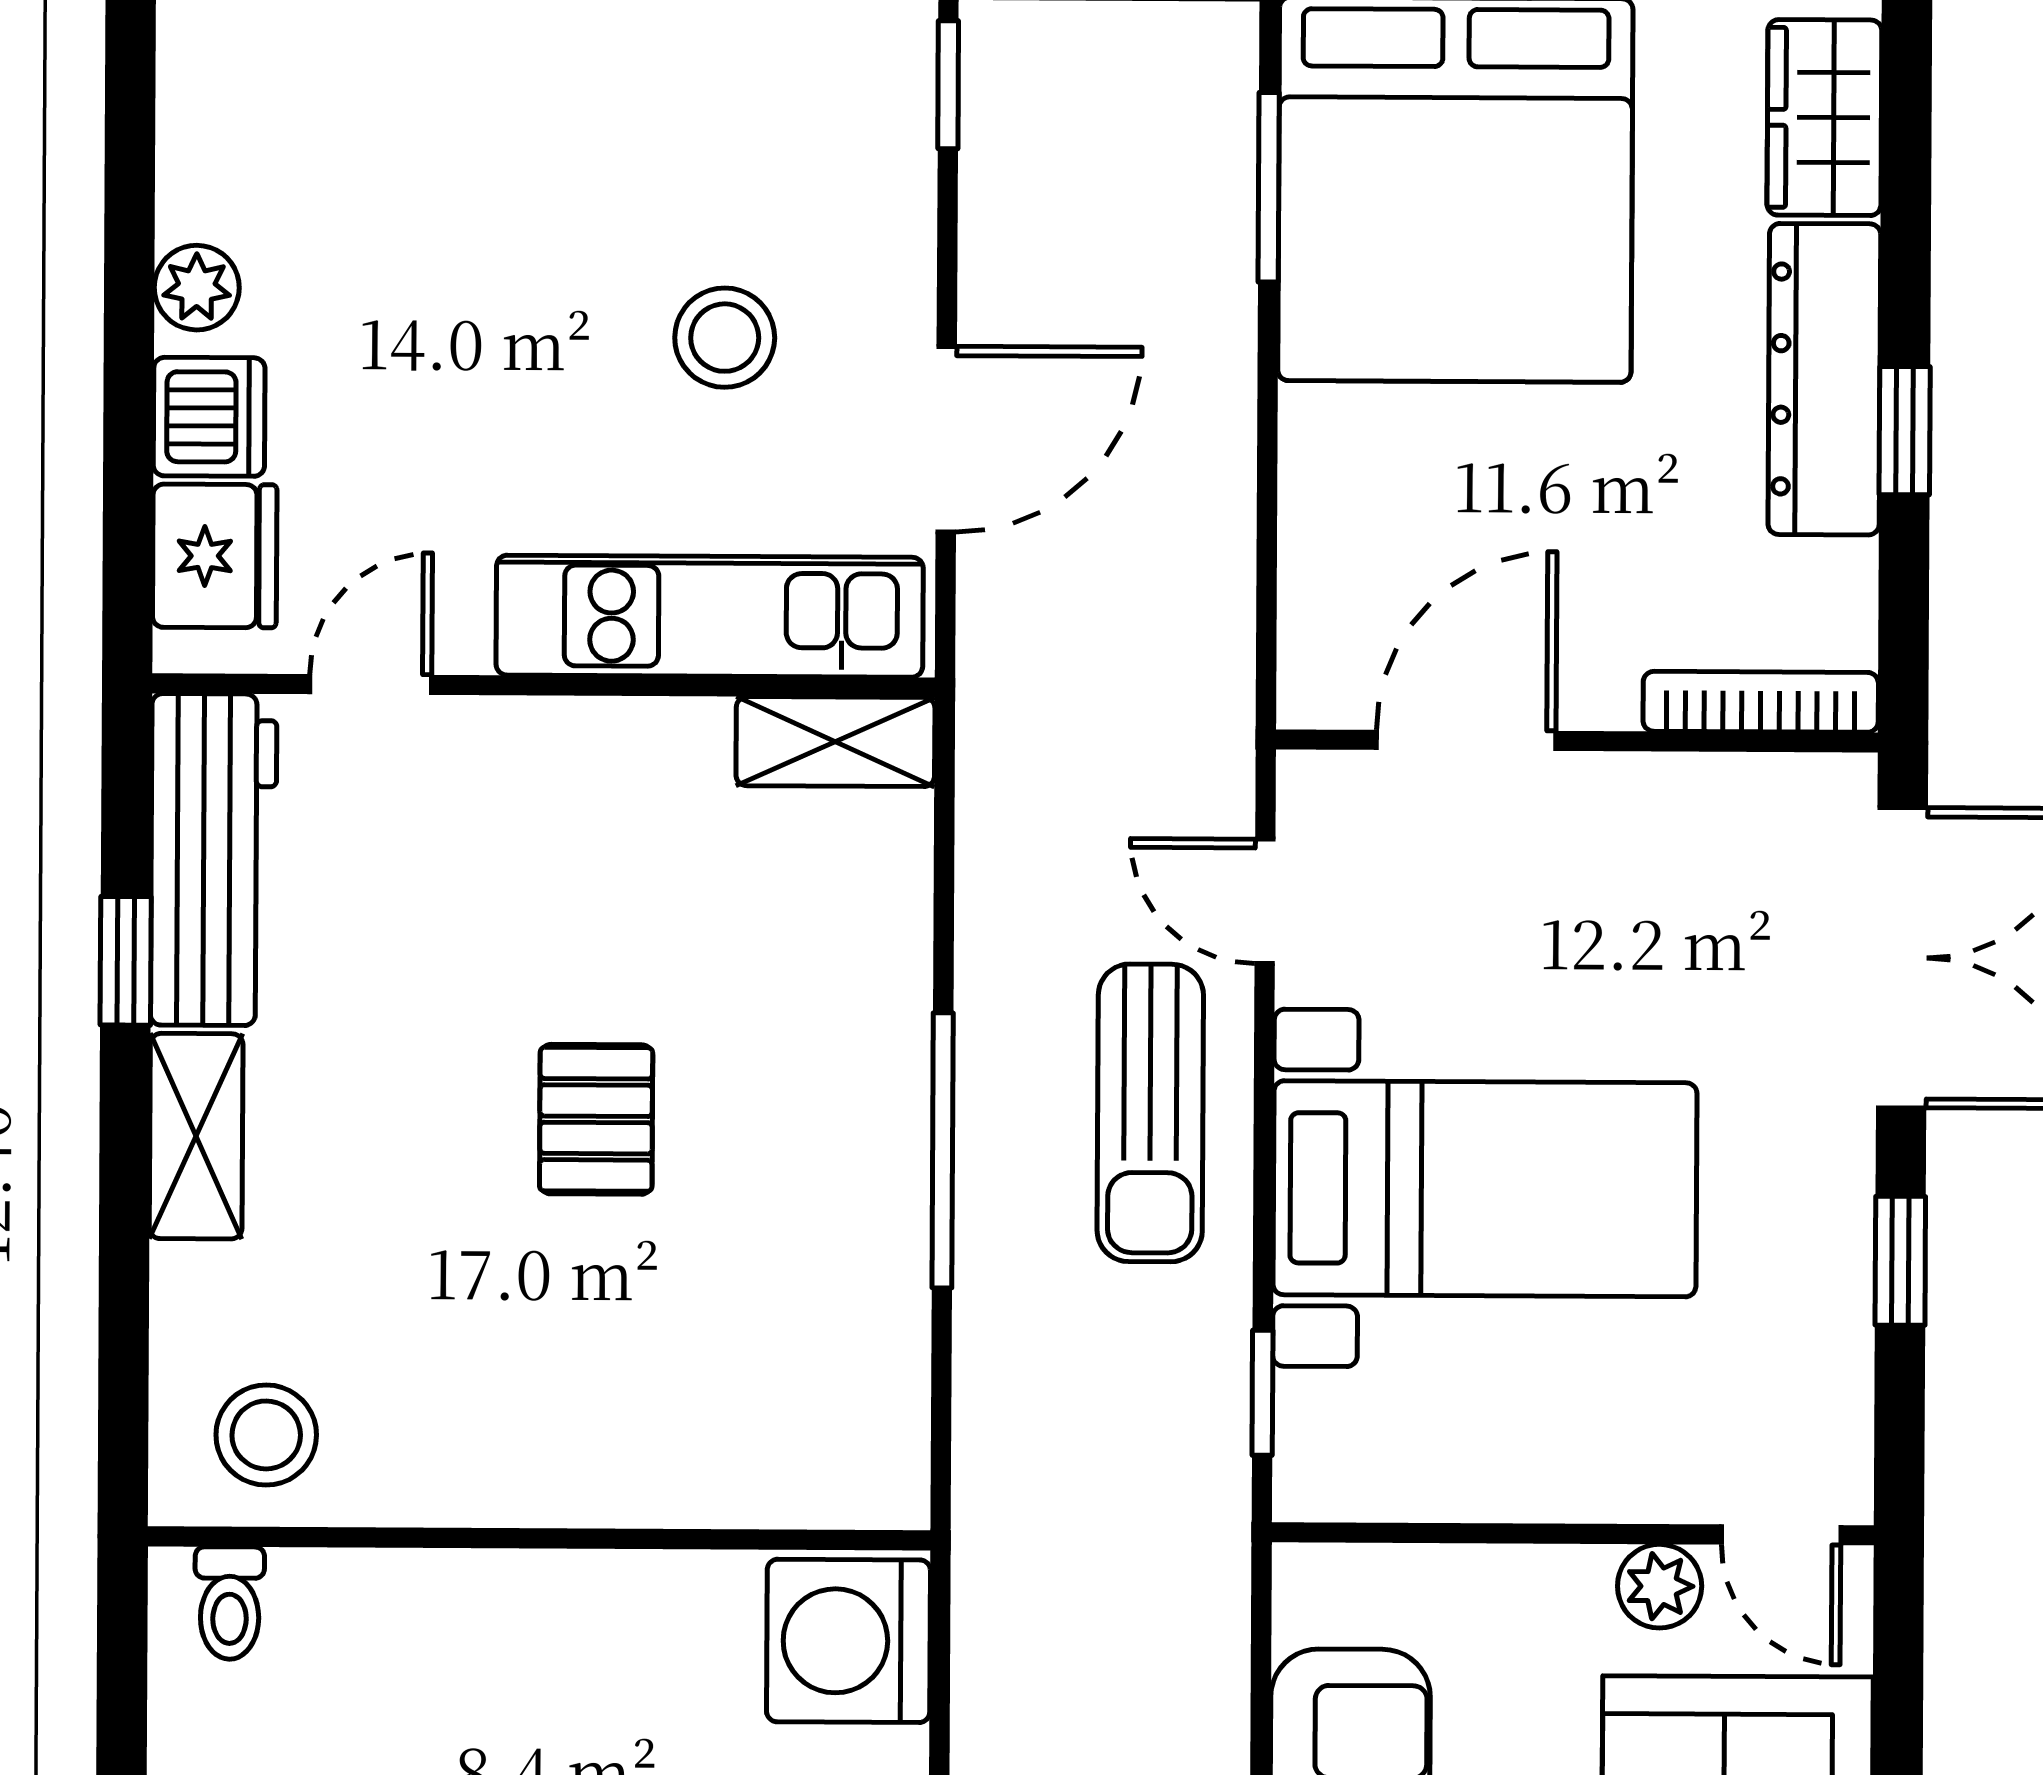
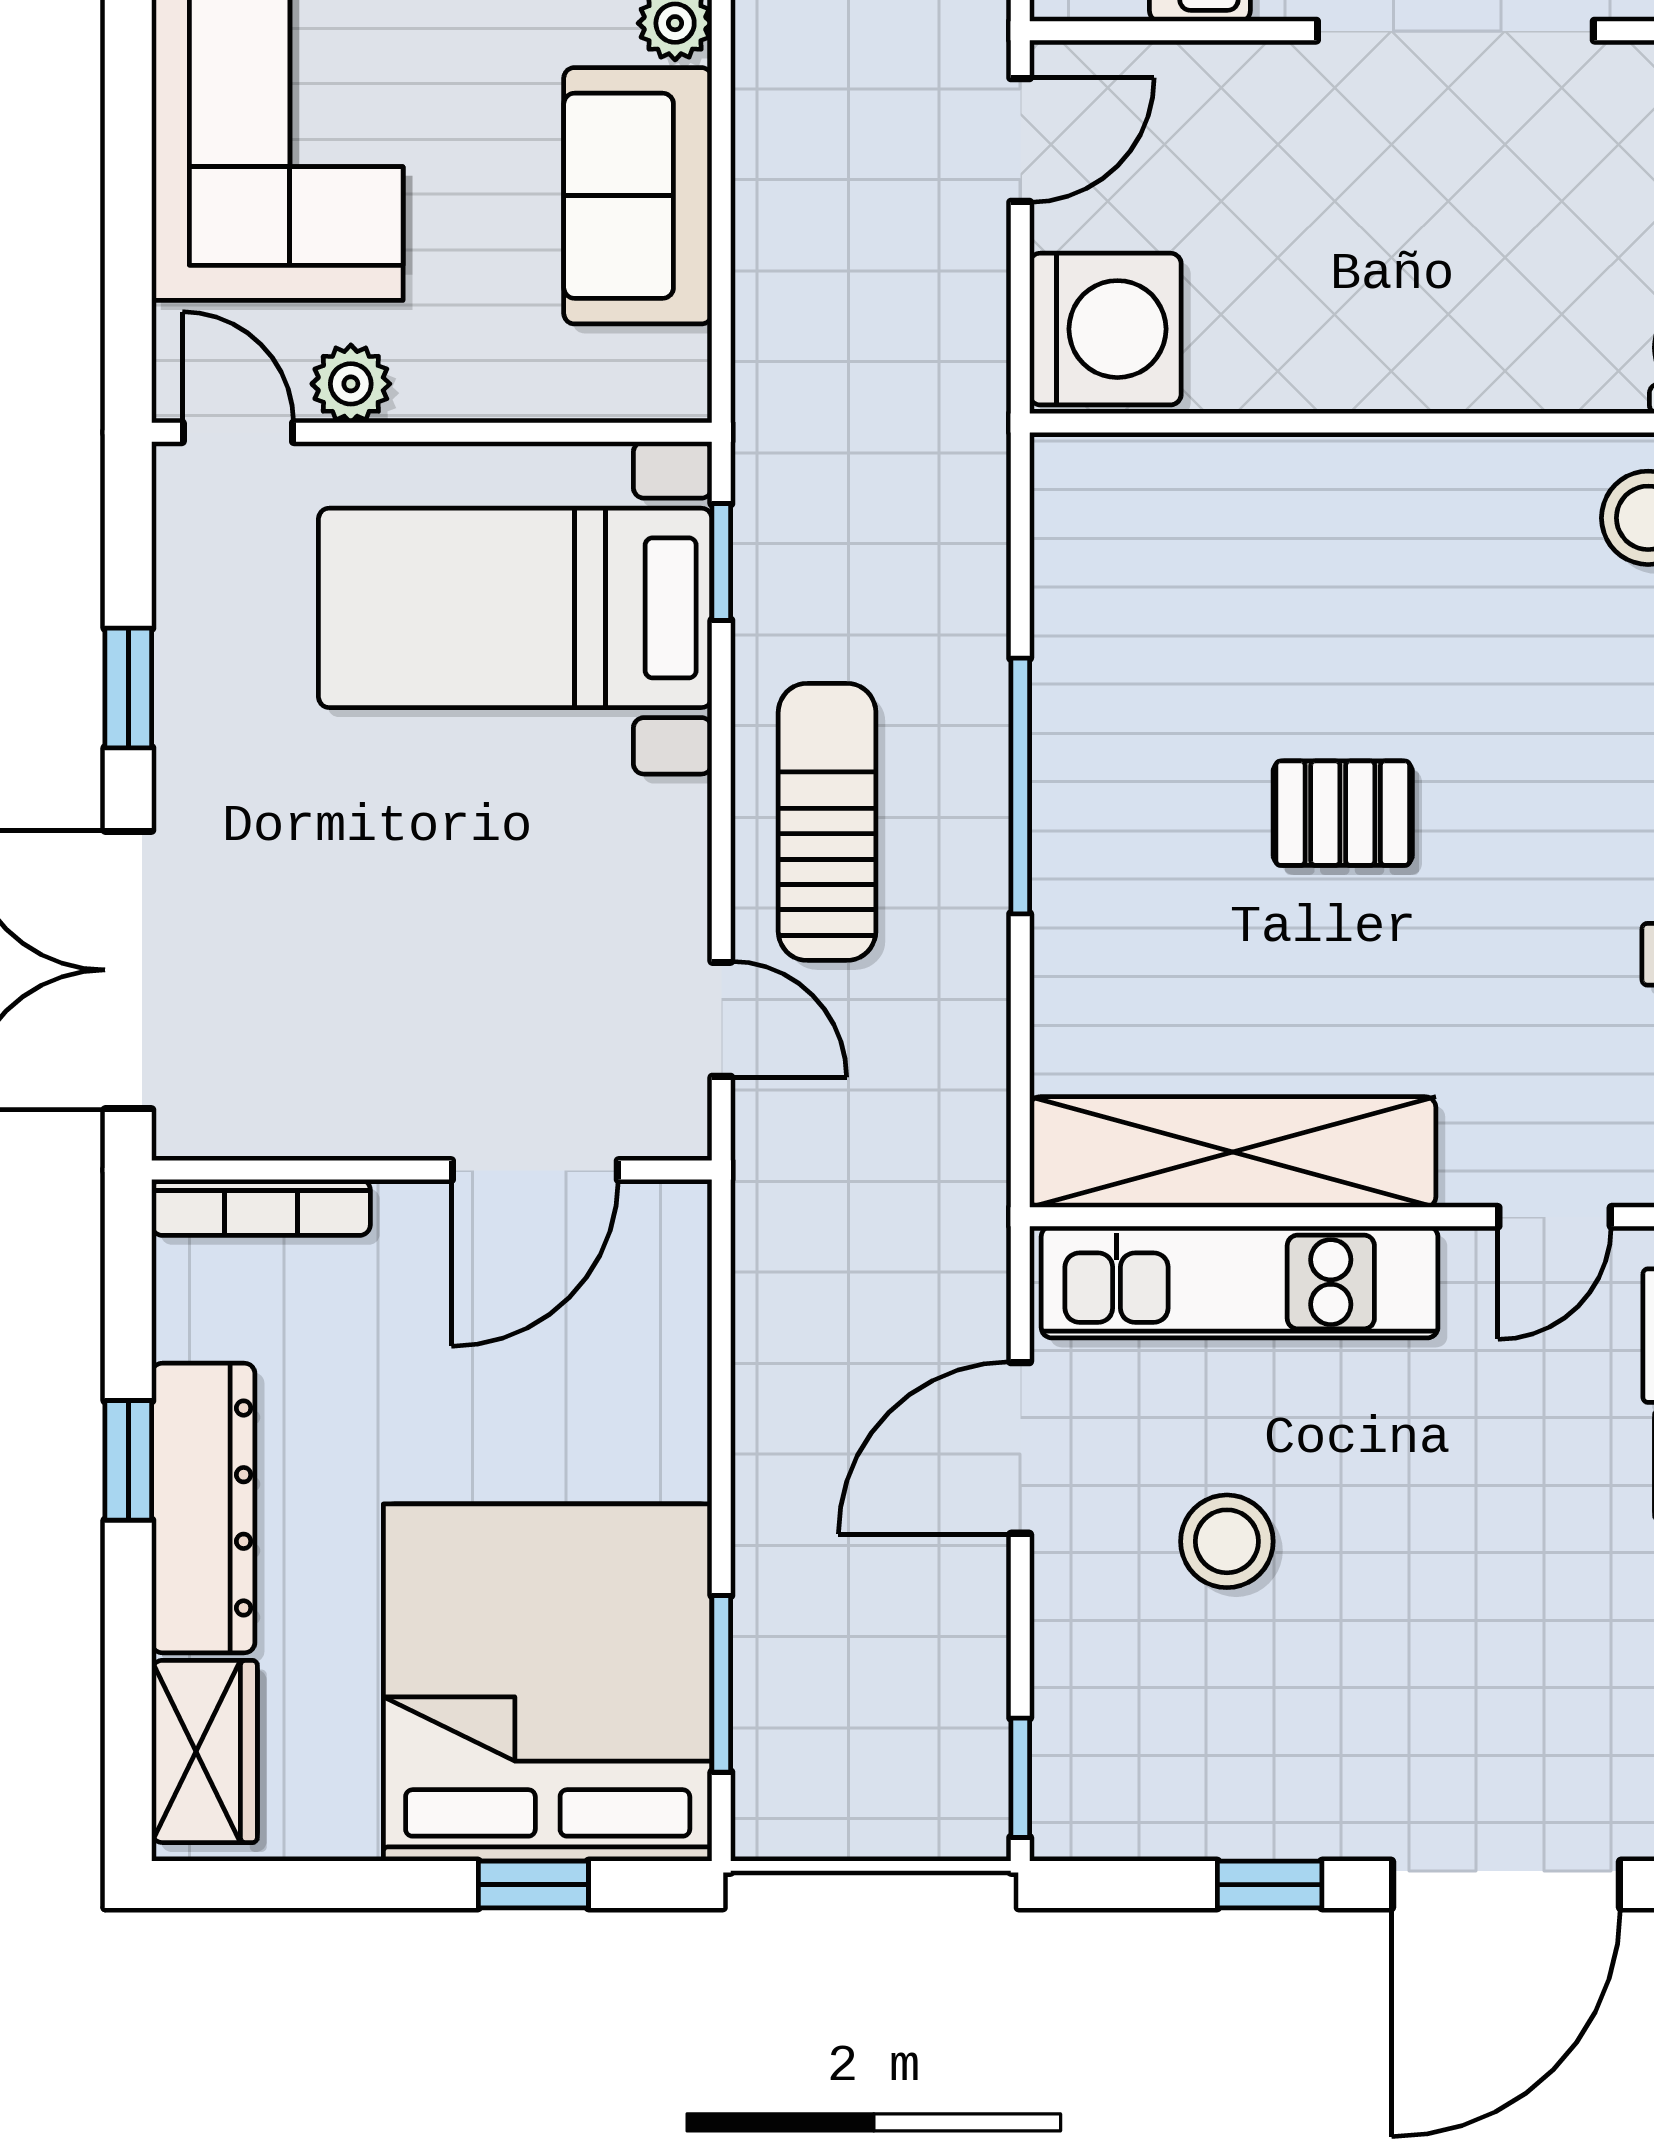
shelving: (835, 742) -> (1233, 1152), width x2.20, depth x1.33
pallet: (596, 1119) -> (1343, 813), turned 90
bed with nightstands: (1485, 1189) -> (515, 608), moved

